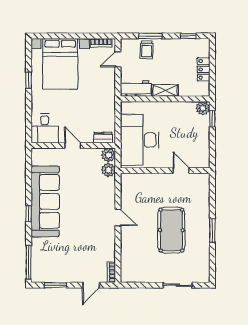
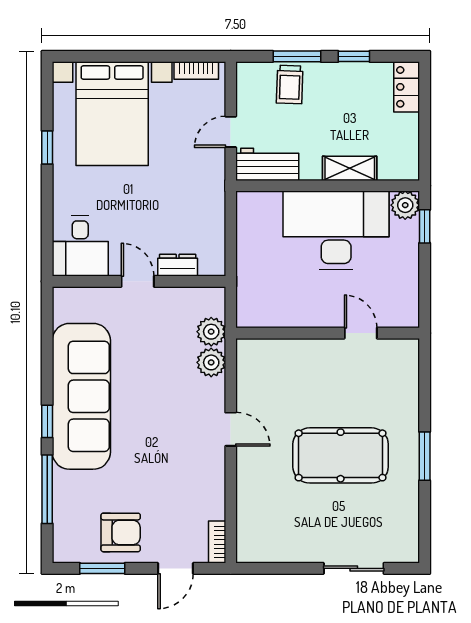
window: (188, 36) -> (354, 56), moved
door: (118, 59) -> (231, 132), moved
locker: (204, 69) -> (407, 87), moved
shelving: (165, 90) -> (350, 168), moved
dresser: (103, 138) -> (178, 265), moved
desk: (140, 140) -> (336, 230), moved, turned 90
plant: (108, 155) -> (211, 362), moved
pool table: (171, 230) -> (341, 455), turned 90
window: (29, 262) -> (47, 489), moved
armchair: (64, 268) -> (121, 532), added

